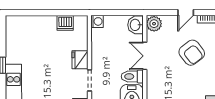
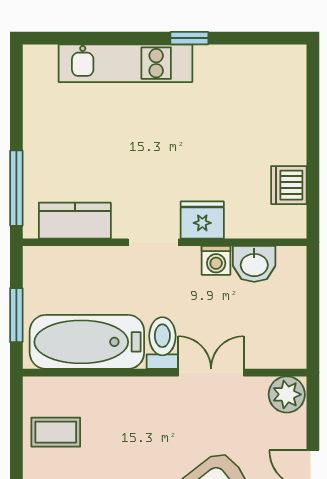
washing machine: (97, 21) -> (216, 260), moved
washbasin: (136, 25) -> (254, 264), moved, turned 180

